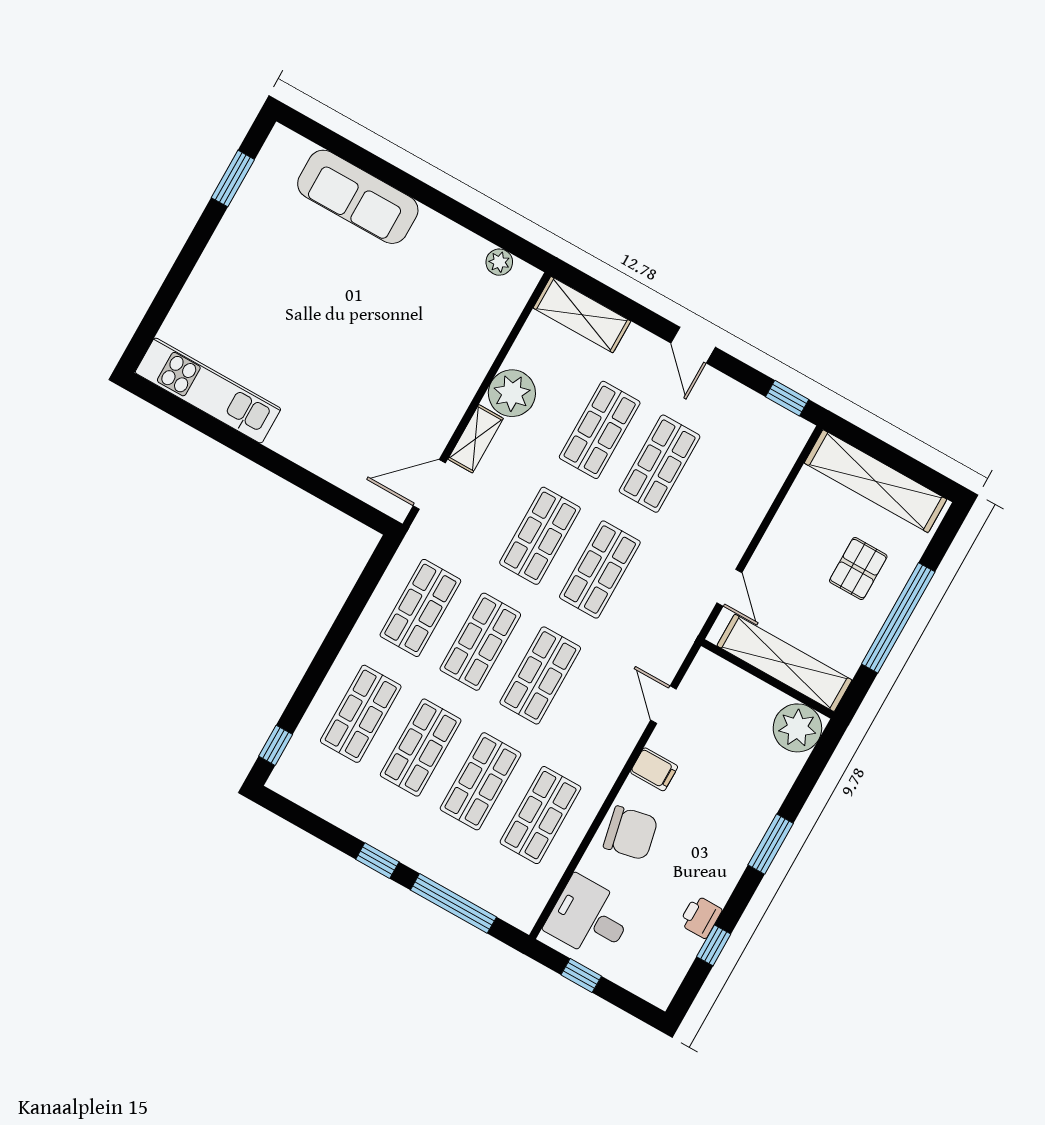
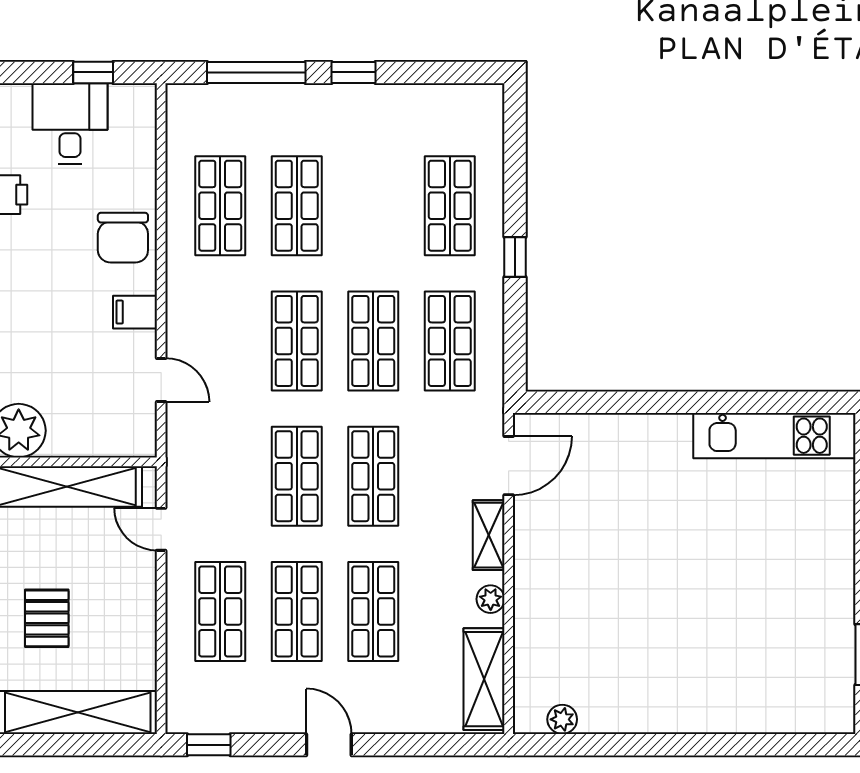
sofa: (358, 197) -> (735, 705), removed
shelving: (582, 315) -> (484, 679), moved, turned 90
plant: (512, 393) -> (491, 599), width x0.53, depth x0.53
window: (276, 745) -> (515, 257), moved
shop shelf: (421, 748) -> (220, 611), moved
chair: (631, 833) -> (123, 238), turned -78
desk: (589, 918) -> (70, 123), moved, turned -90

